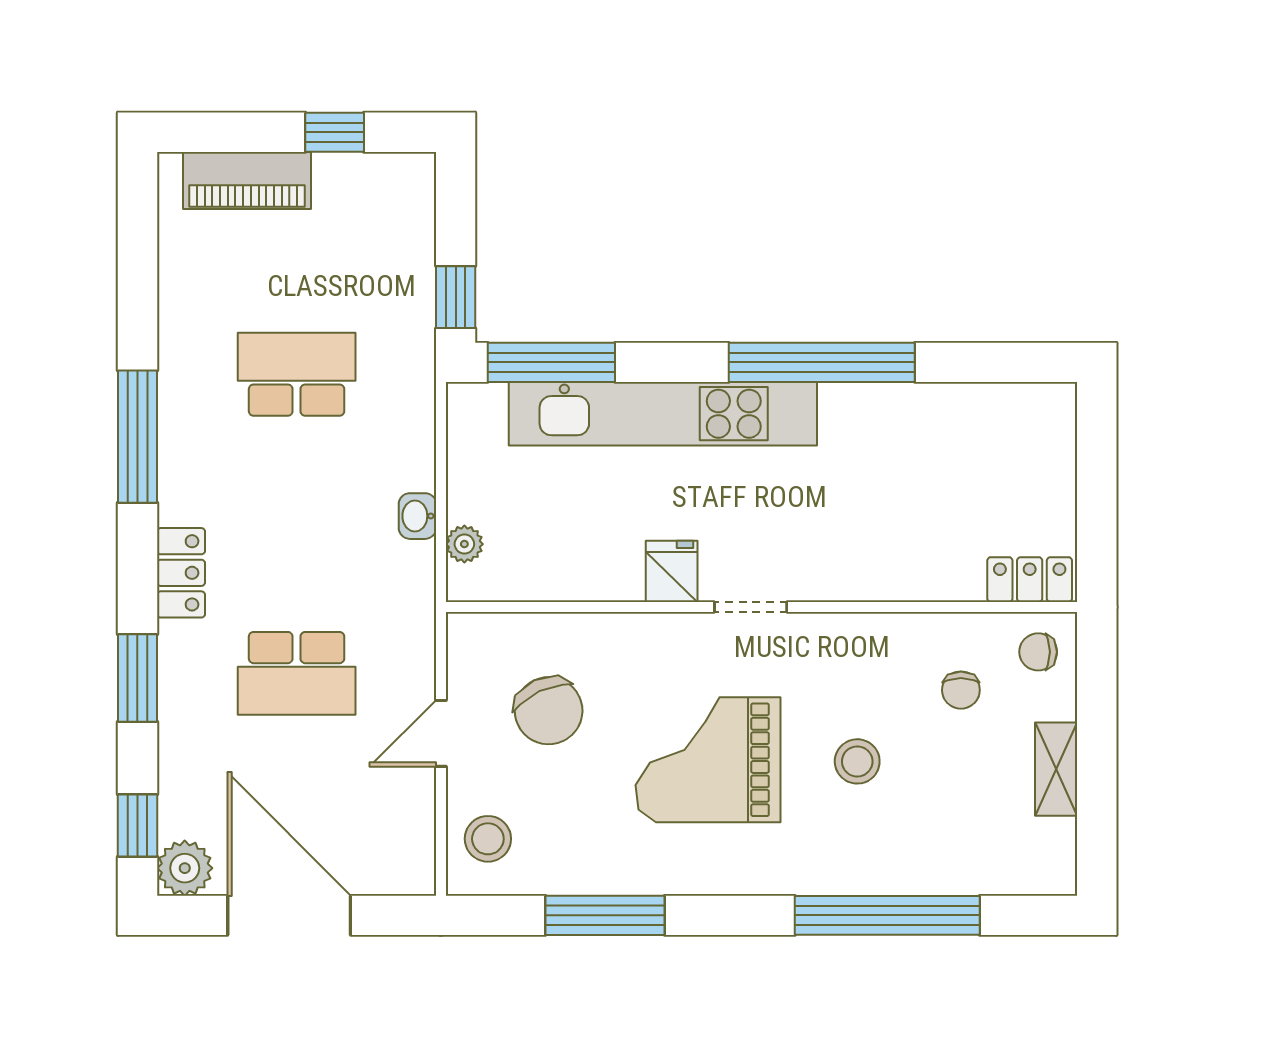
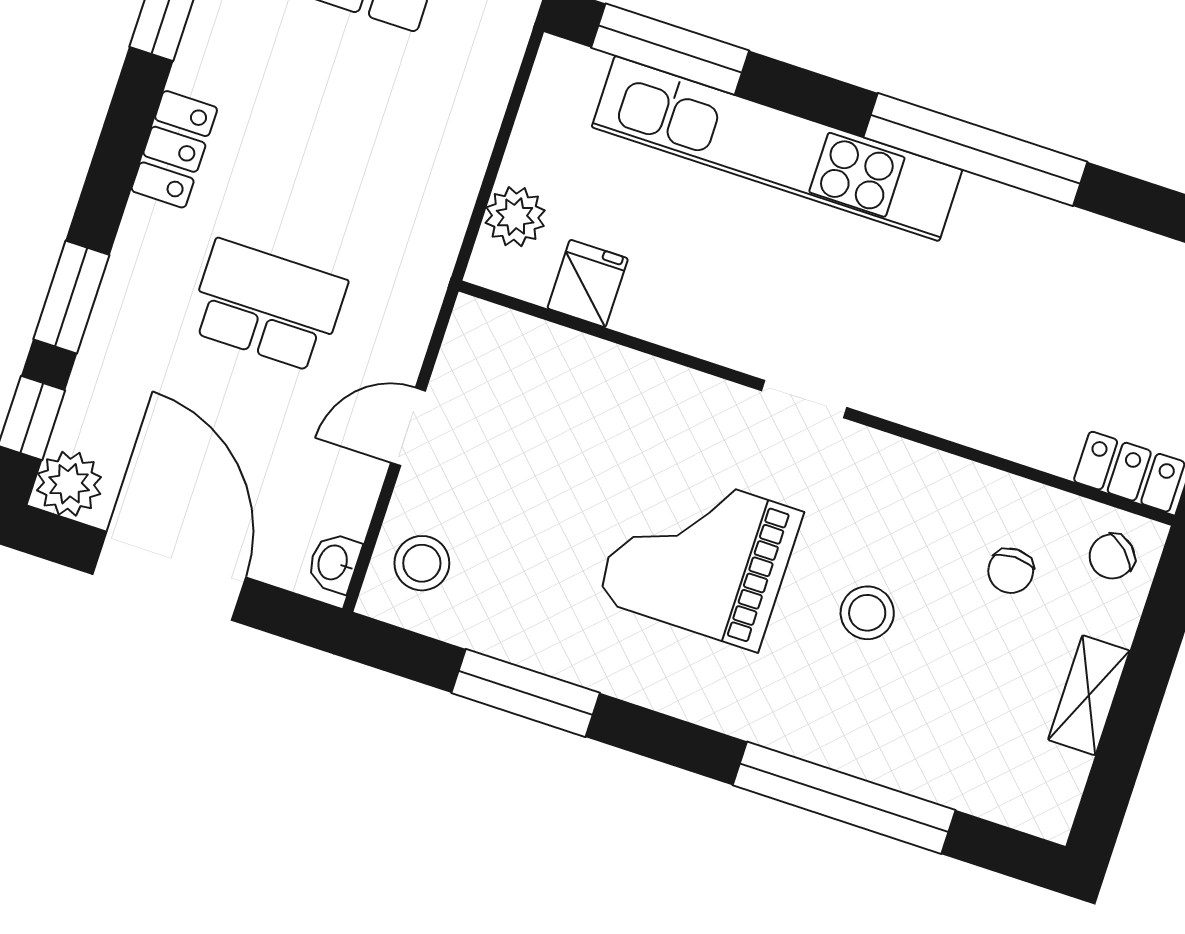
washbasin: (417, 516) -> (334, 563), moved
plant: (464, 544) -> (515, 217), width x1.38, depth x1.38
fridge: (672, 571) -> (588, 283), moved
chair: (1038, 652) -> (1112, 556), turned -47
school desk: (297, 673) -> (267, 306), turned 180
window: (137, 678) -> (71, 297), moved
chair: (549, 711) -> (538, 441), removed

